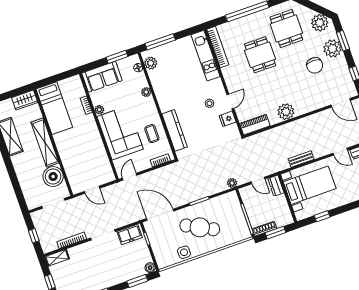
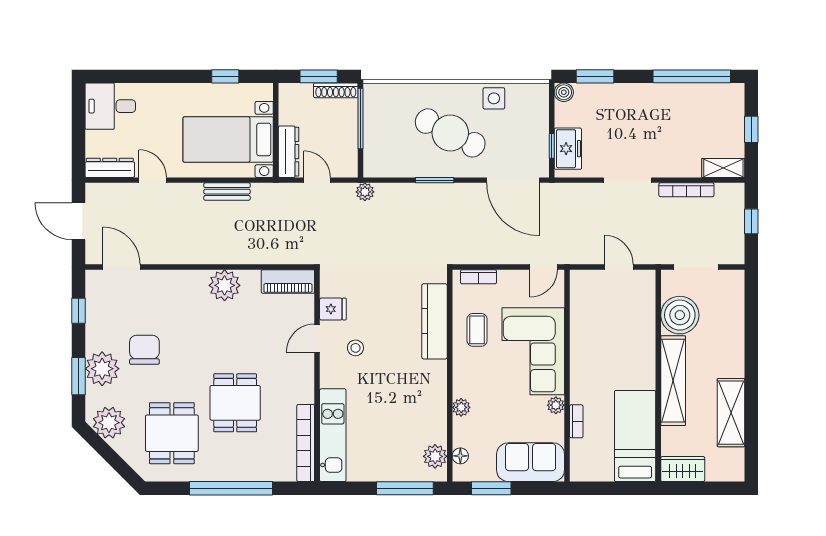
dresser: (276, 186) -> (289, 152), width x1.44
freezer: (130, 234) -> (568, 149), moved, turned 90

